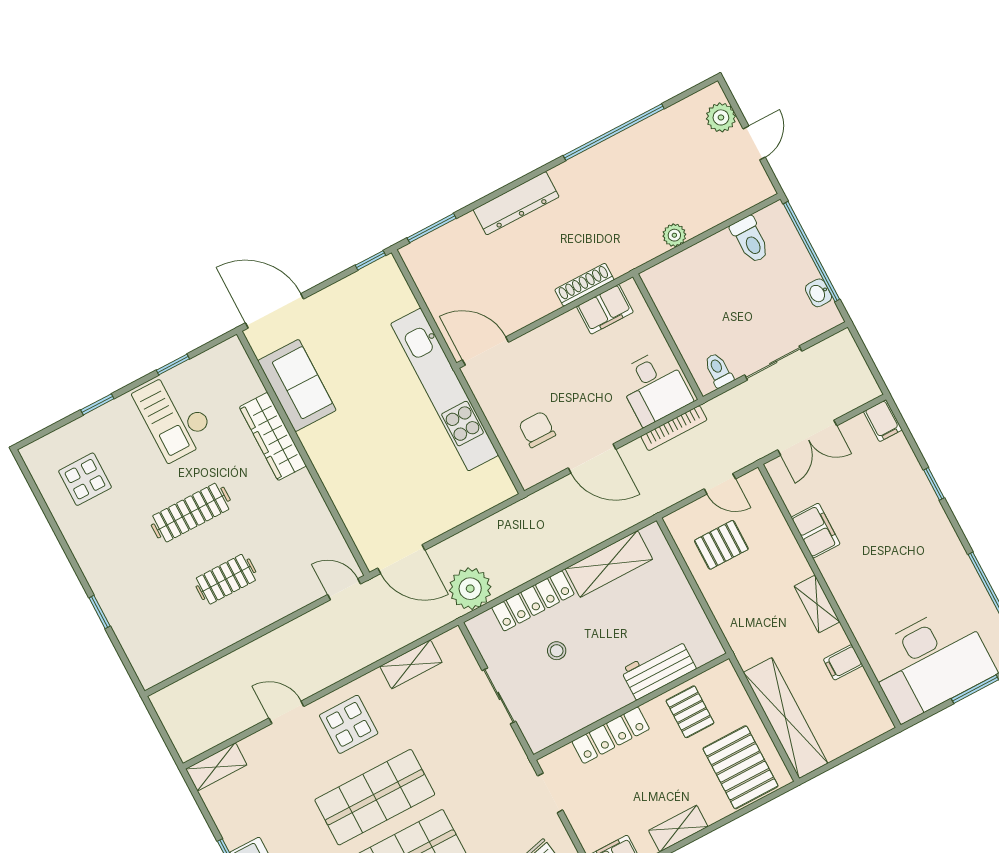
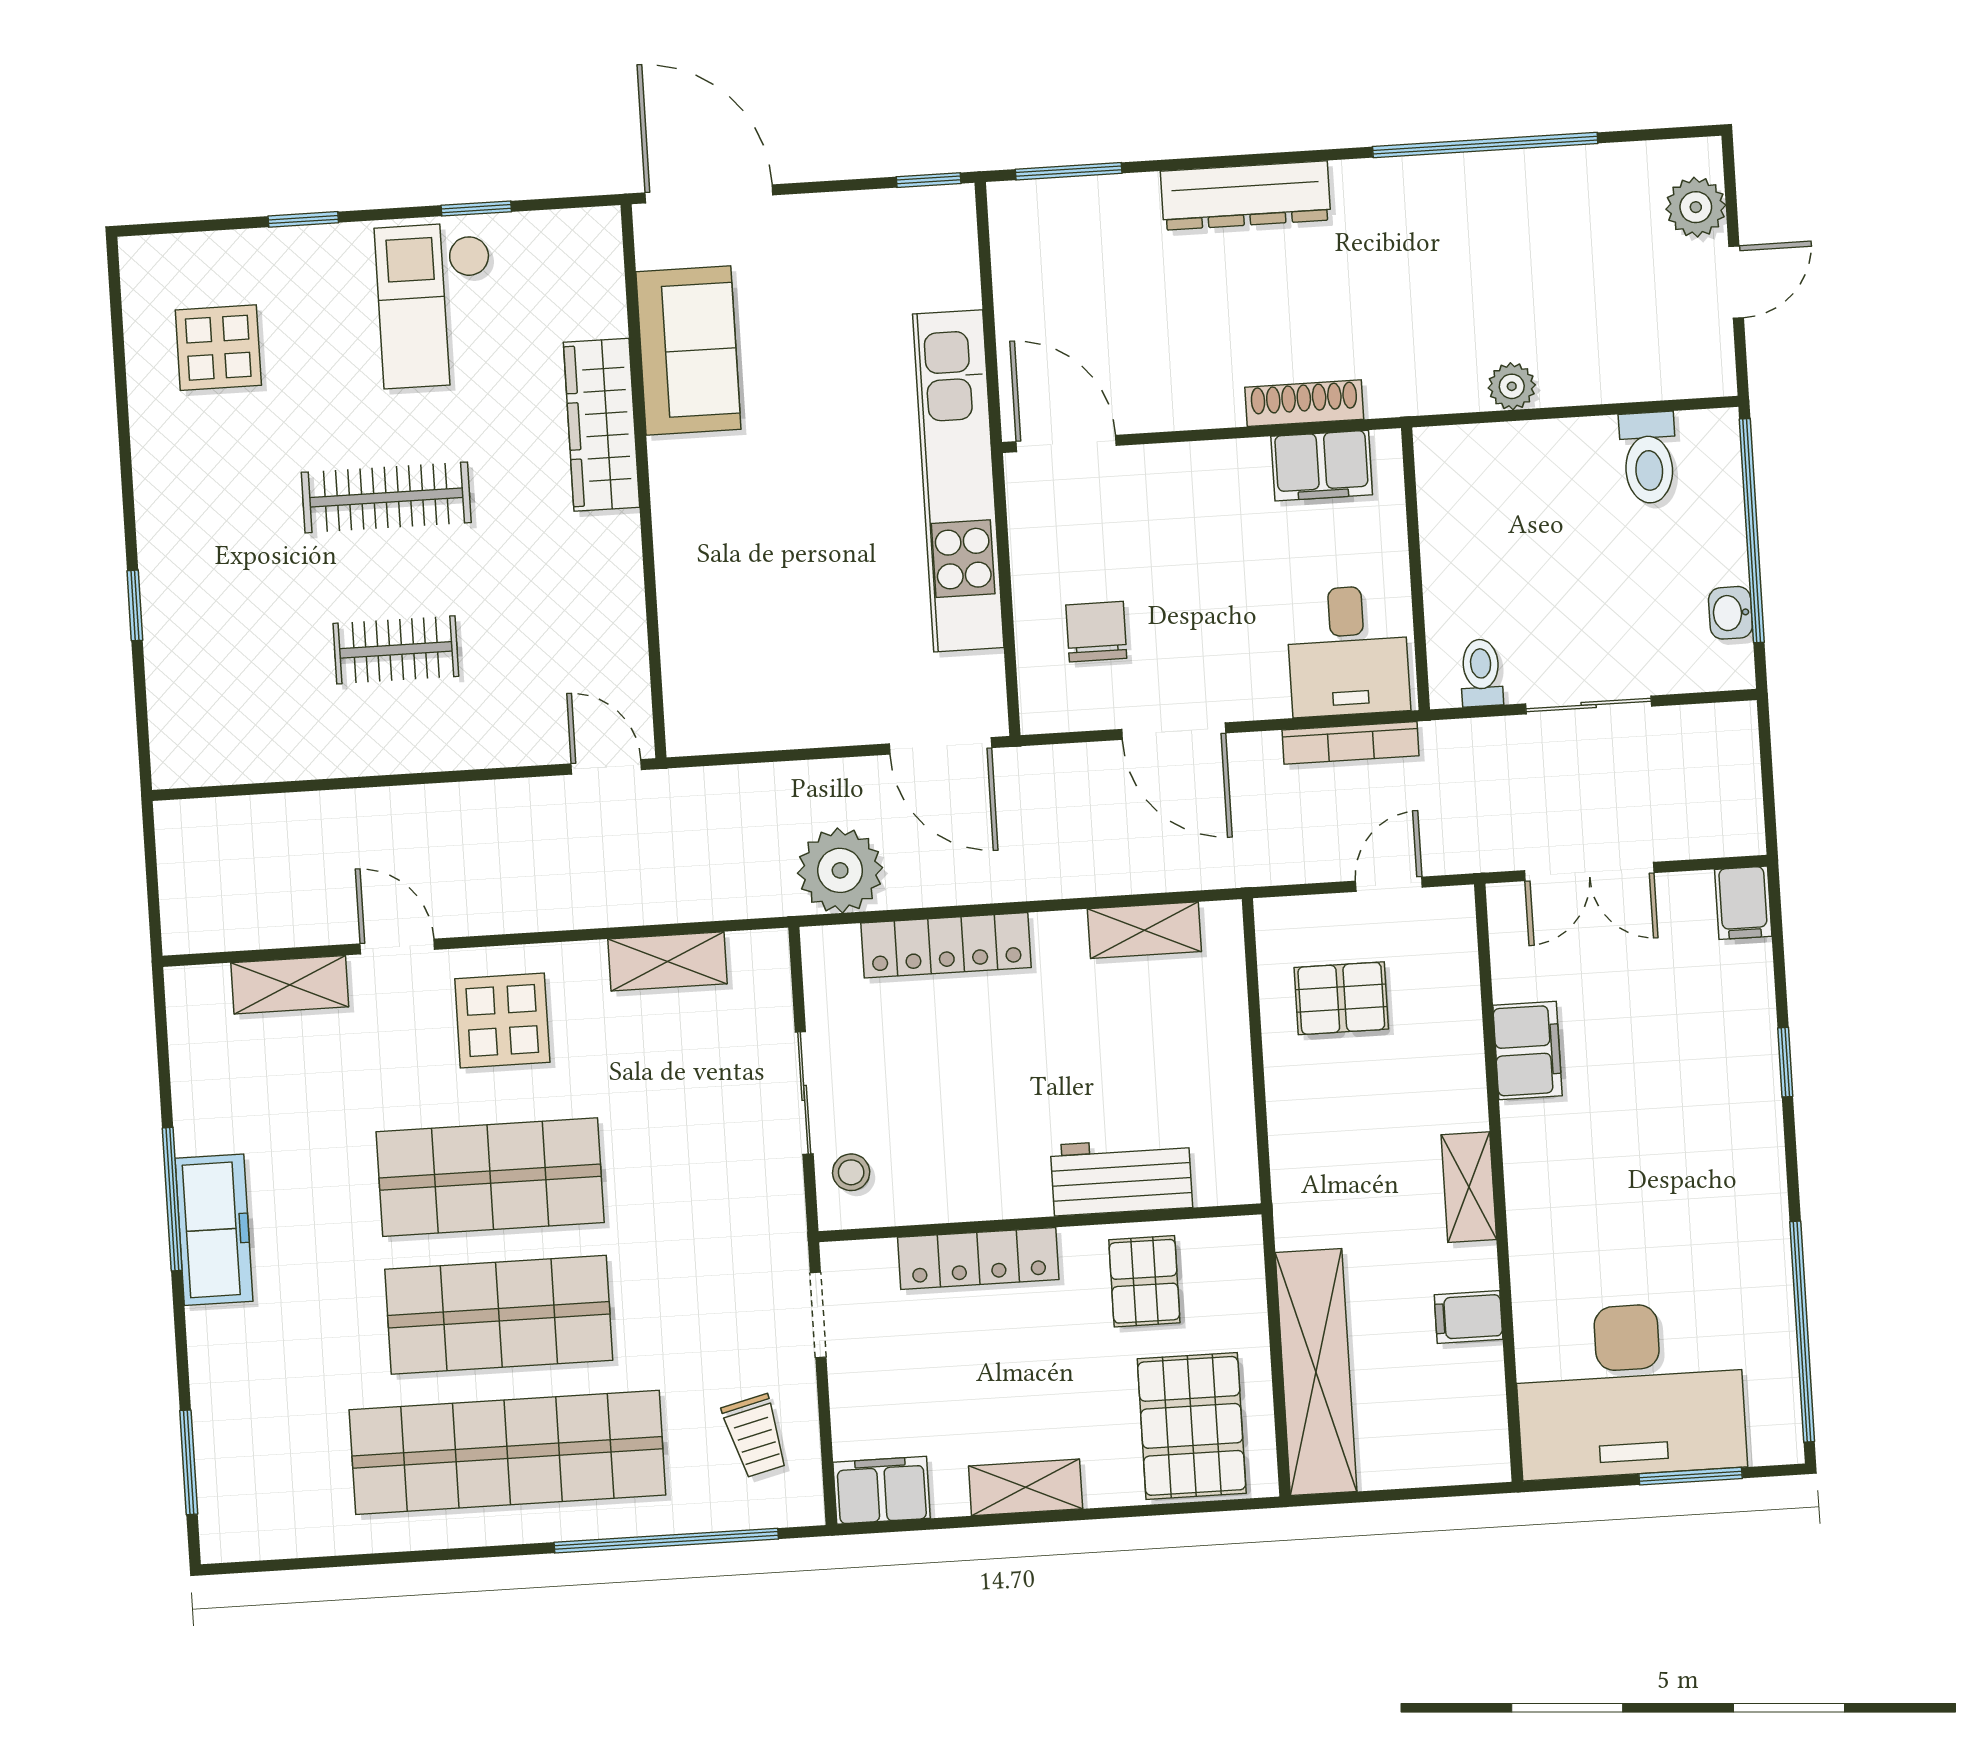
door: (720, 484) -> (1389, 884), swing flipped
door: (401, 559) -> (940, 746), moved
shelving: (609, 564) -> (1144, 930), width x0.67, depth x0.75
stool: (557, 651) -> (851, 1172), moved
shelving: (216, 767) -> (290, 985), moved

